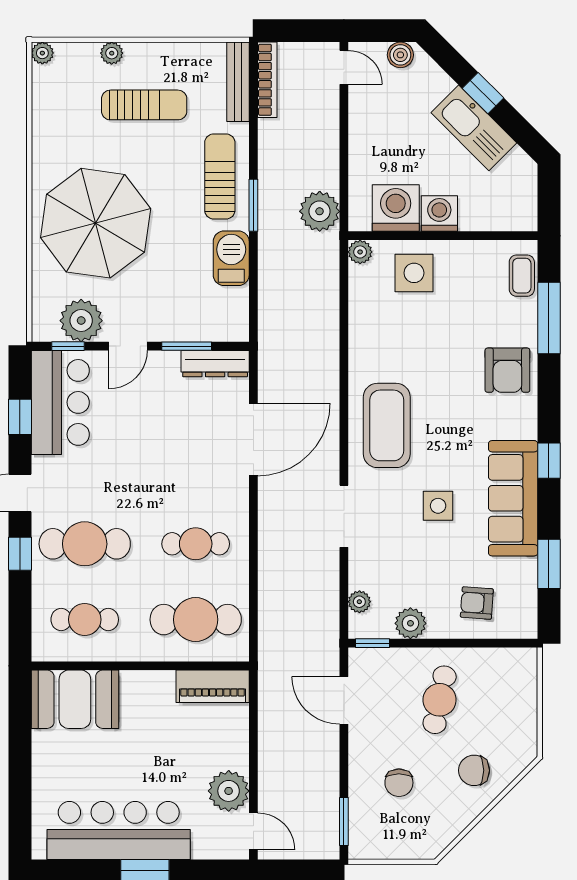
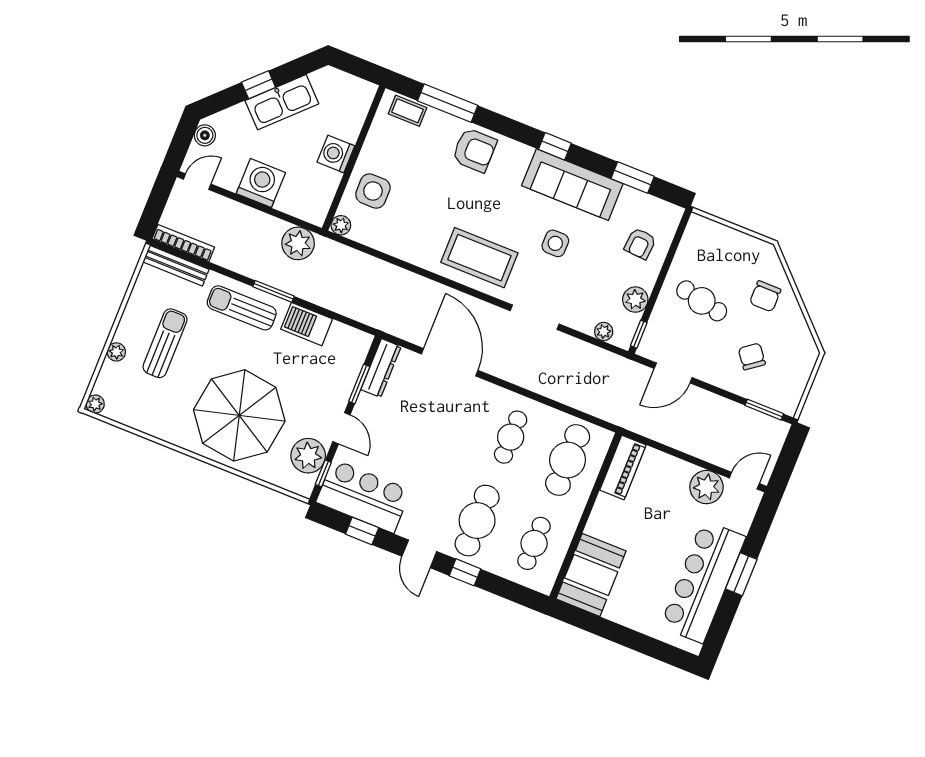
washing machine: (396, 208) -> (261, 183), moved, turned 90
chair: (399, 783) -> (752, 356), turned -127

